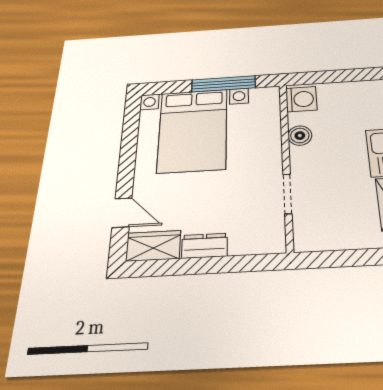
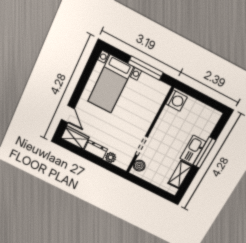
bed with nightstands: (193, 130) -> (110, 84), width x0.73
boiler: (300, 136) -> (139, 166), moved
plant: (241, 245) -> (111, 157), added

